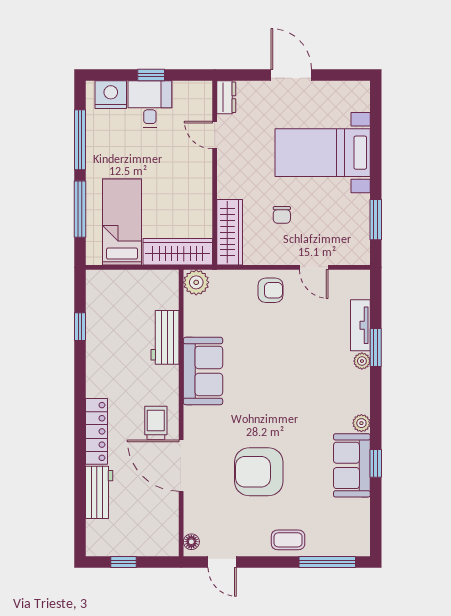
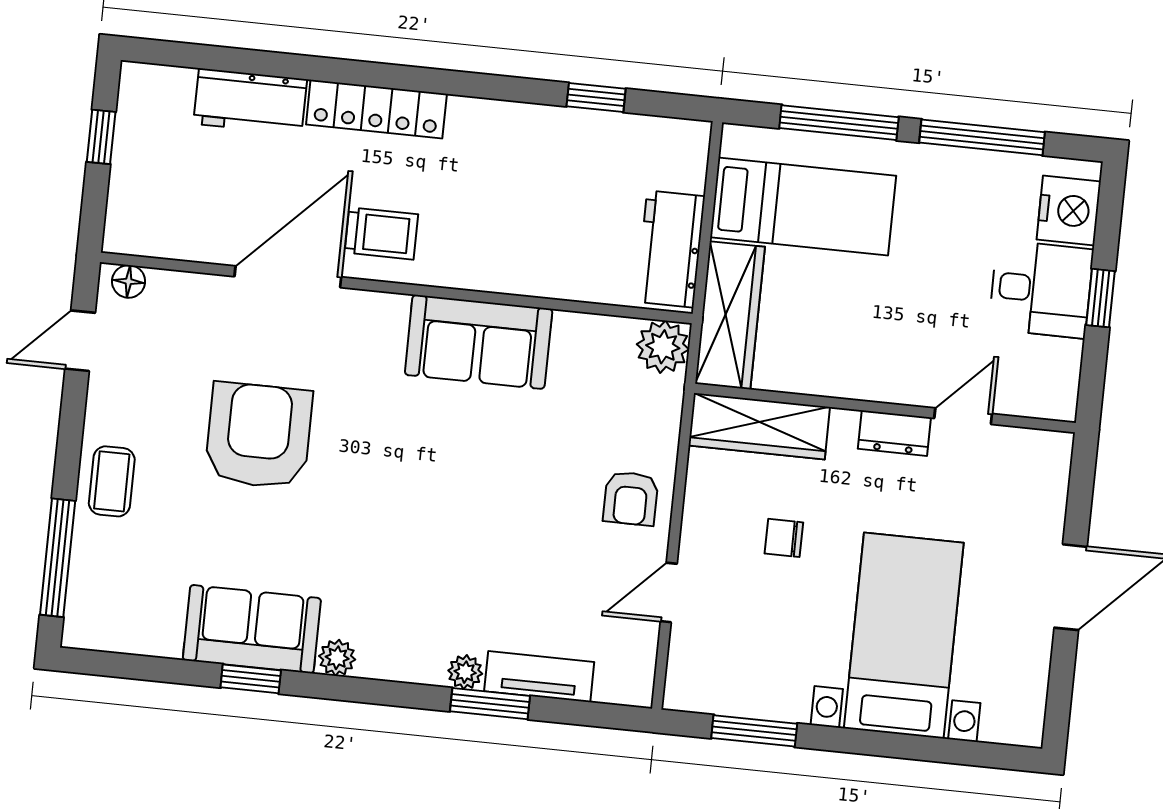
dresser: (226, 97) -> (894, 433), moved
workbench: (165, 337) -> (670, 249), moved, turned -90

